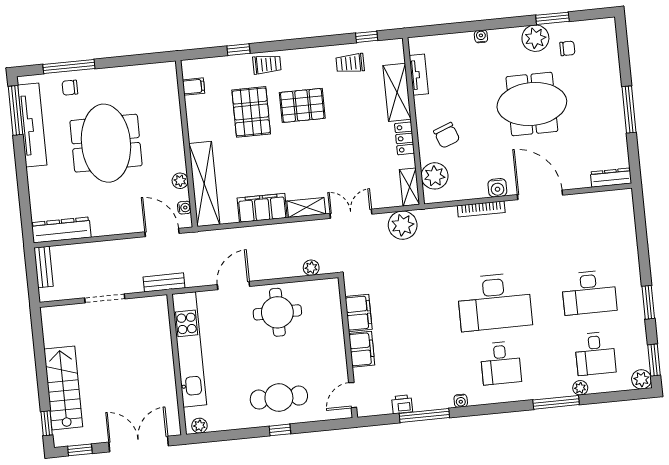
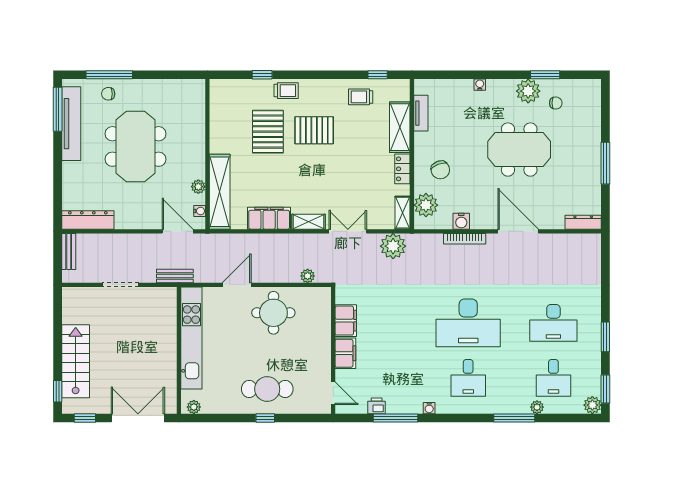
filing cabinet: (194, 87) -> (219, 104), removed
water cooler: (497, 188) -> (461, 221), moved
door: (353, 395) -> (333, 393), swing flipped

